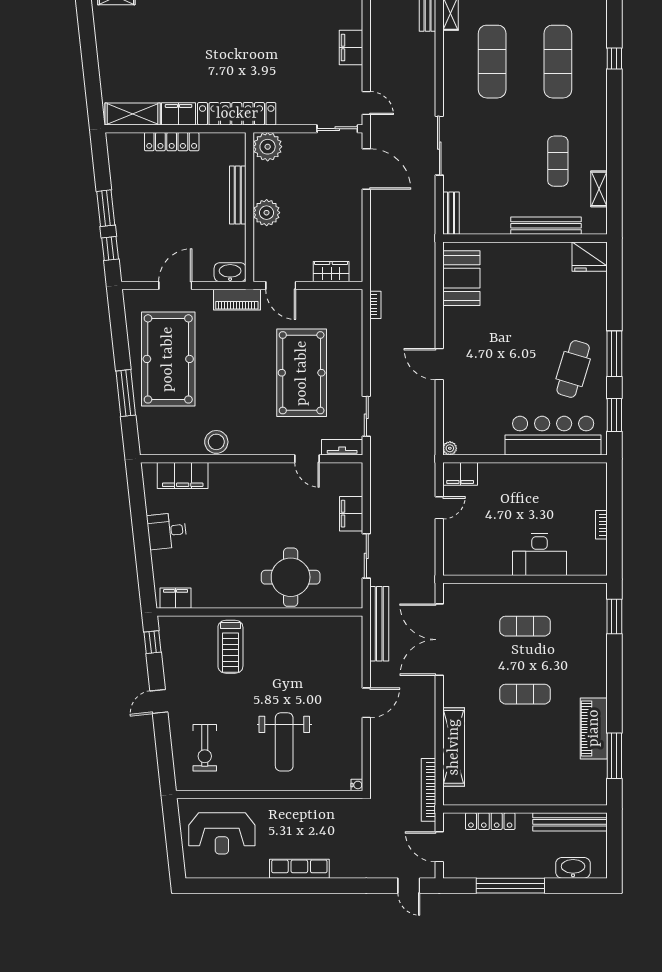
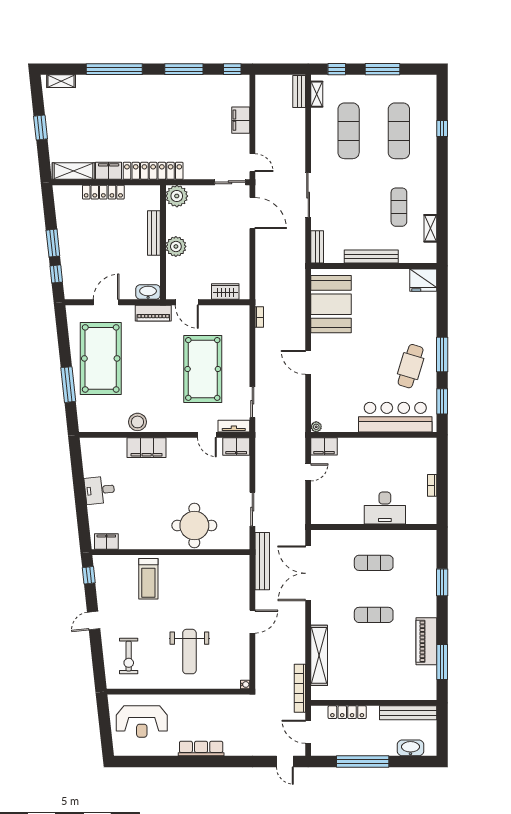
window: (90, 57) -> (41, 127), added
bench: (546, 226) -> (371, 256), moved
booth: (461, 278) -> (331, 304), width x1.36, depth x1.42
filing cabinet: (183, 476) -> (147, 448), moved
filing cabinet: (351, 514) -> (236, 447), moved, turned -90
window: (614, 617) -> (442, 582), moved

